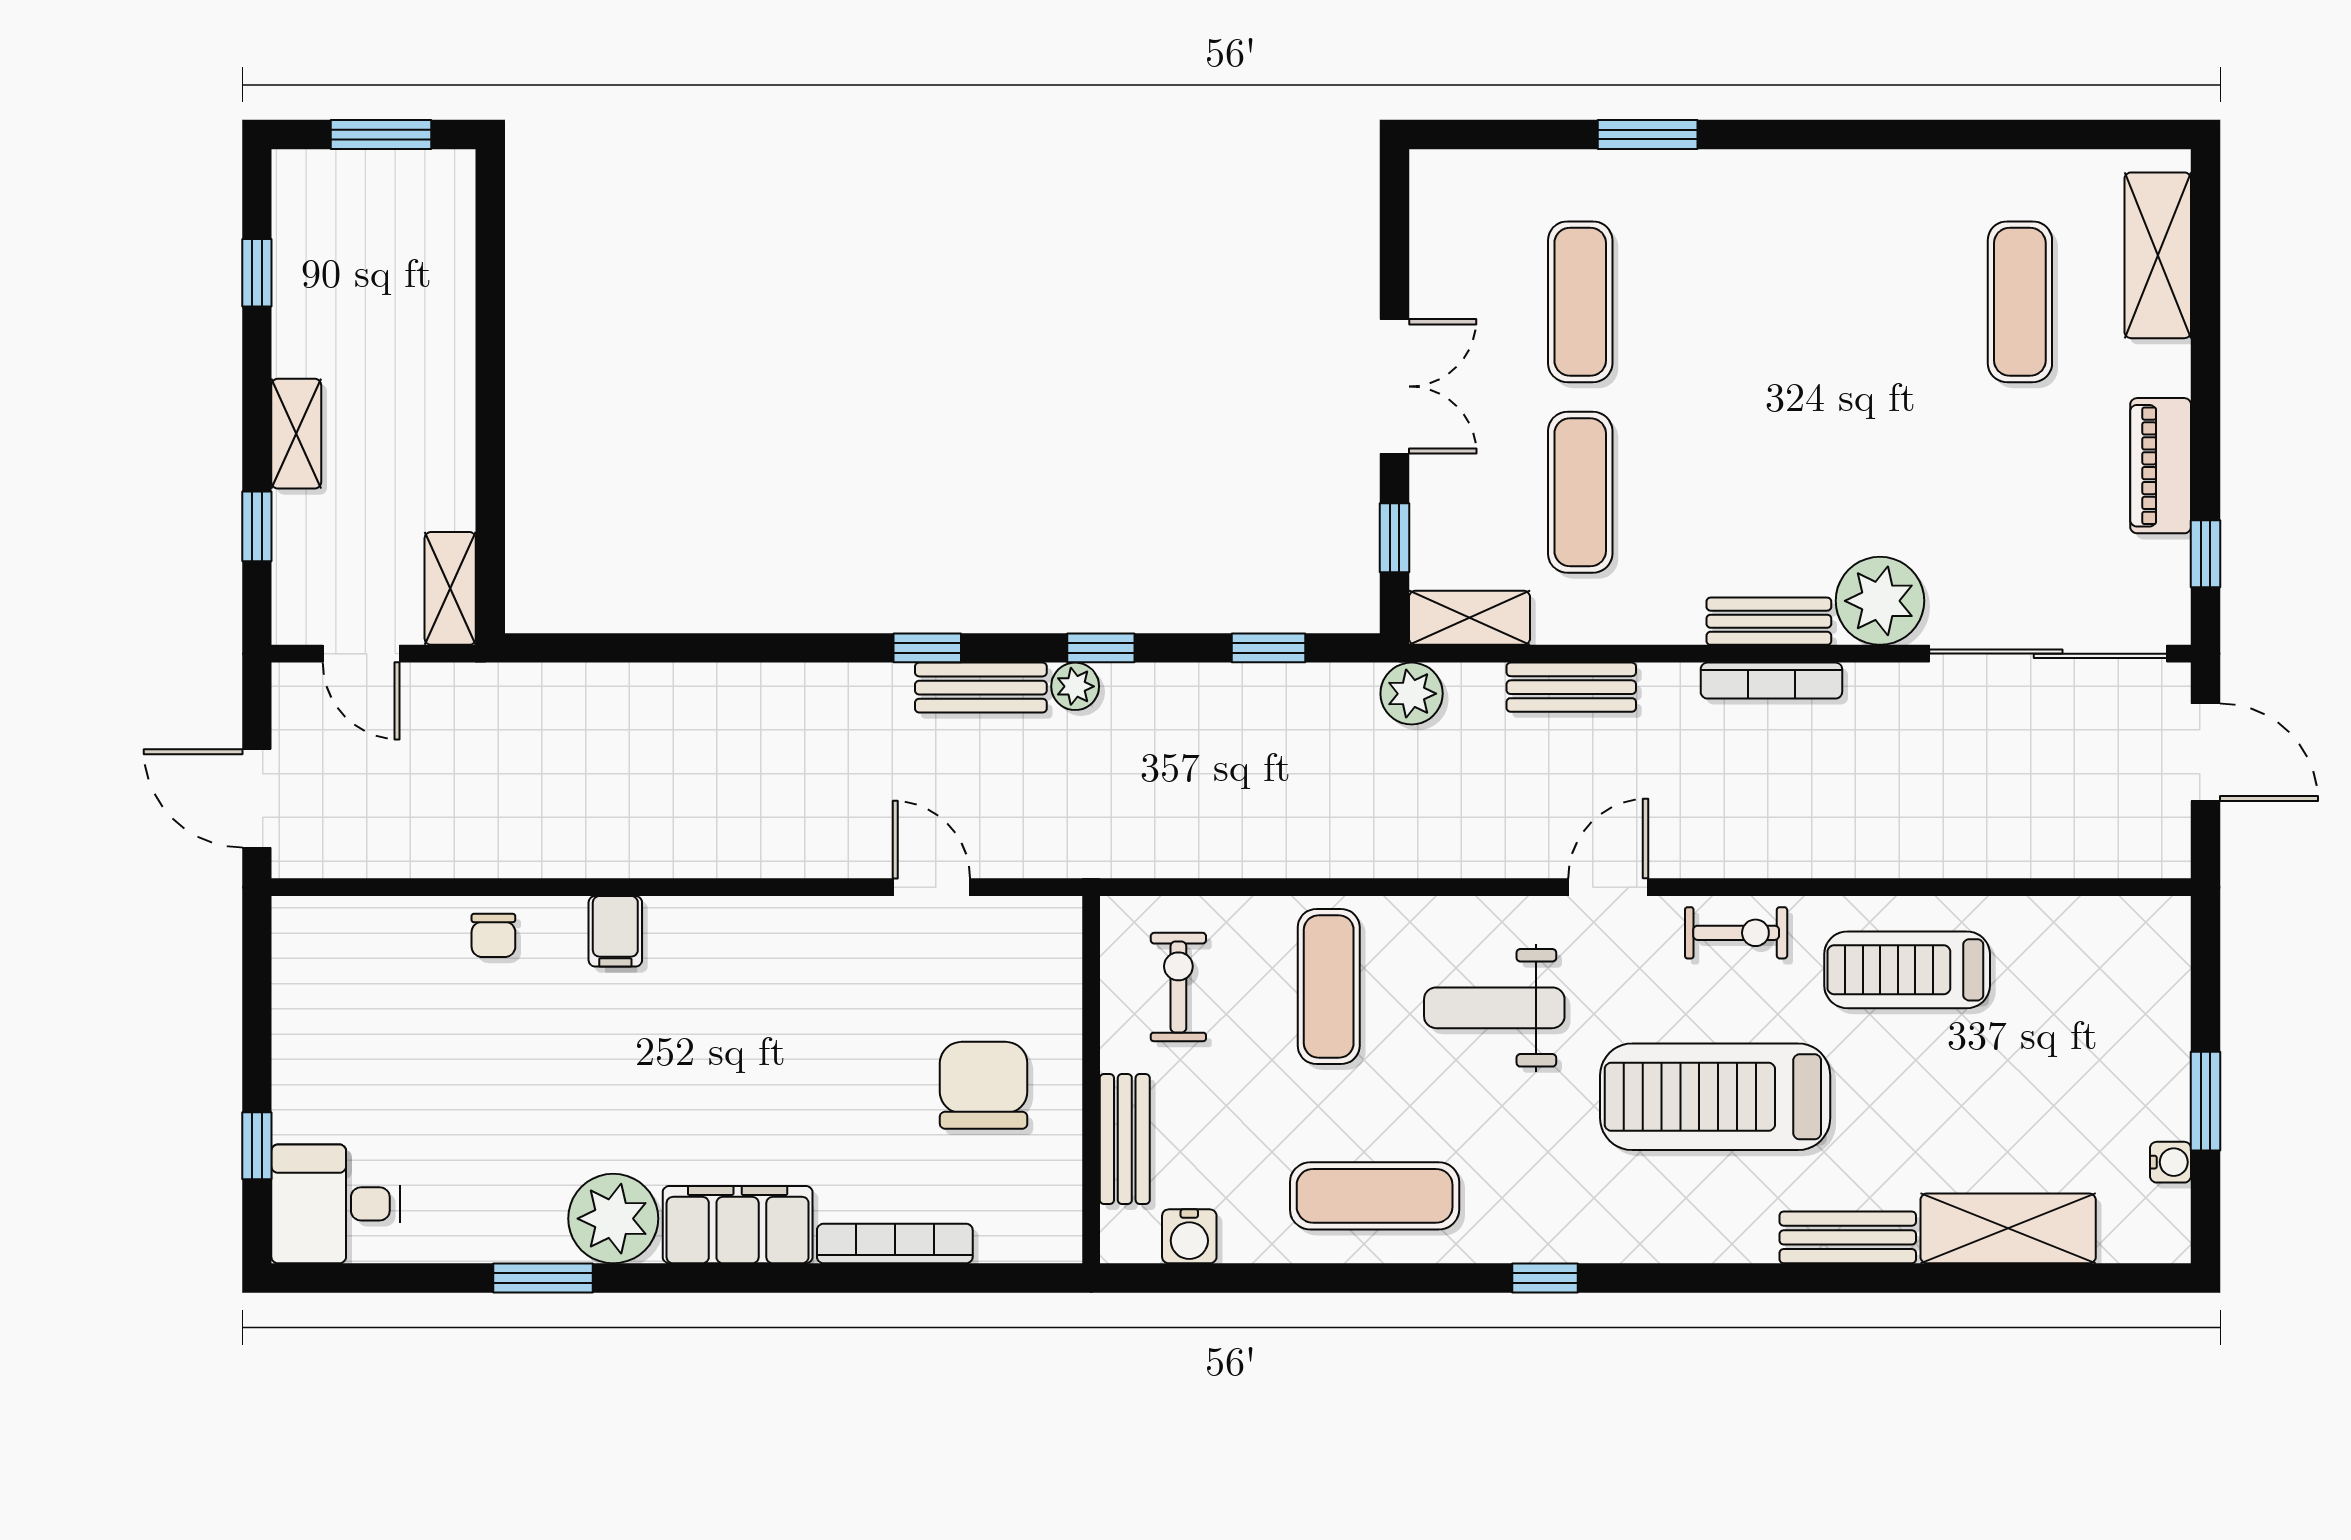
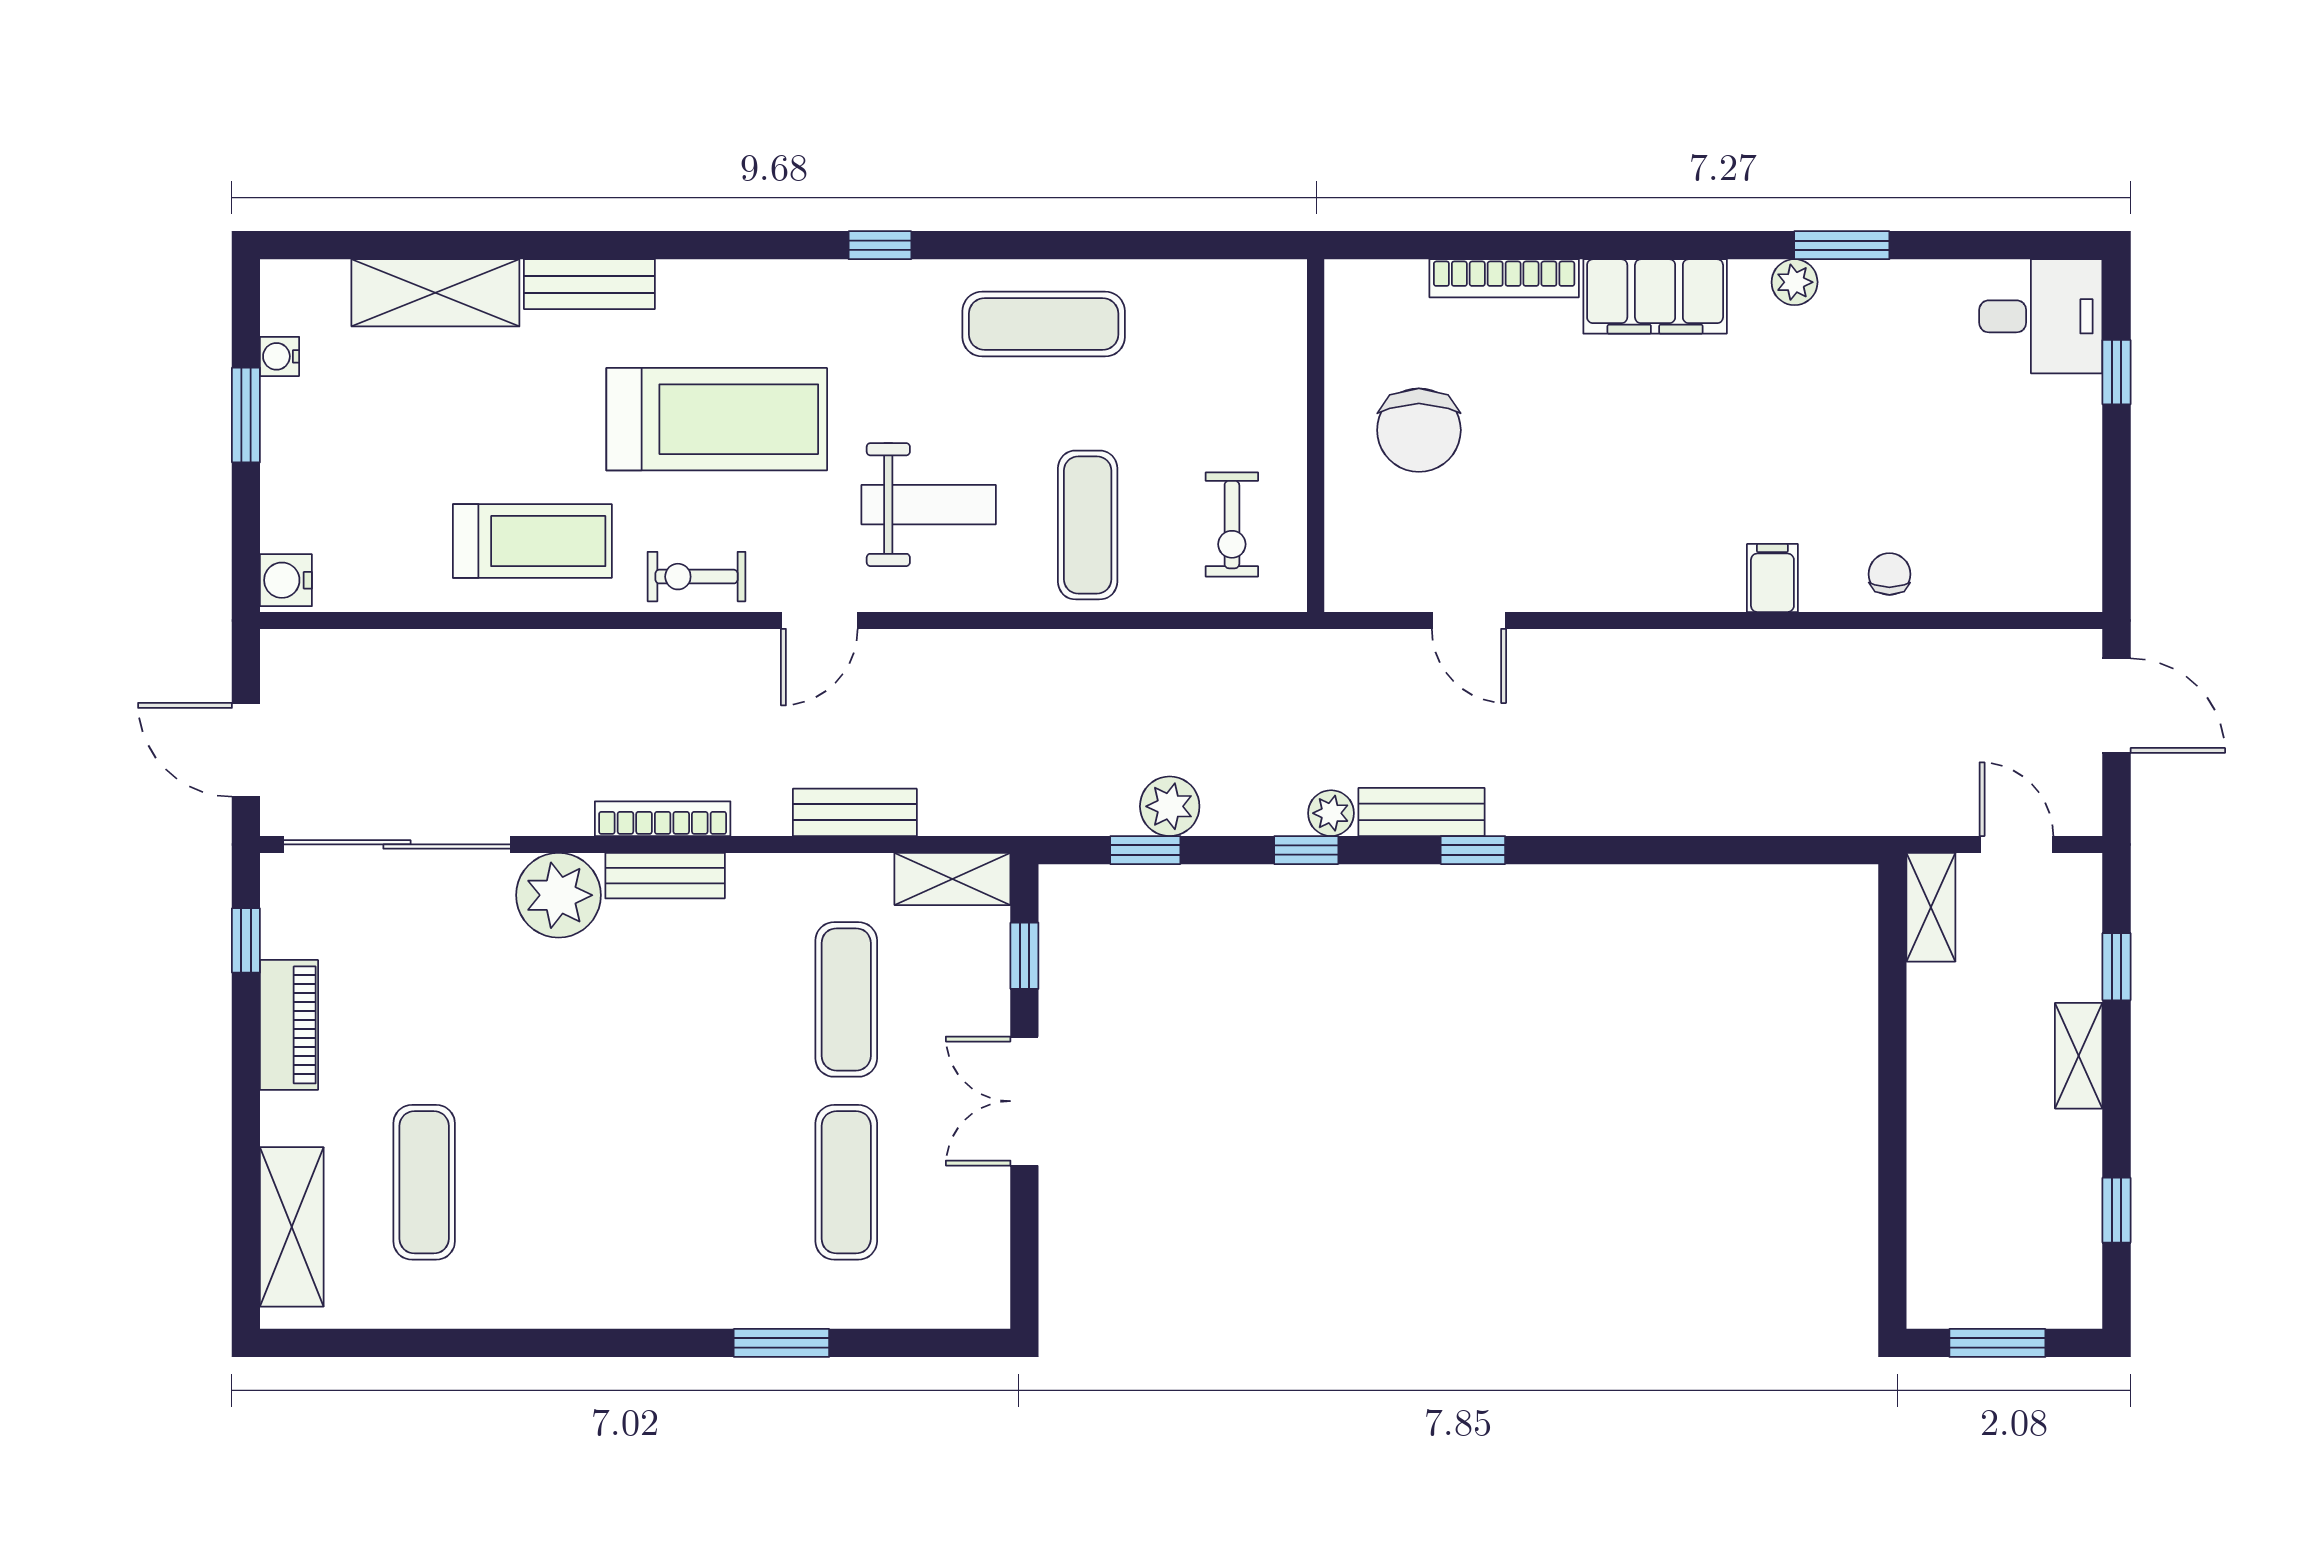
plant: (1412, 694) -> (1170, 806), moved
bench: (1125, 1139) -> (1283, 379), removed
plant: (613, 1219) -> (1795, 282), width x0.53, depth x0.53
water cooler: (1189, 1236) -> (286, 580), moved, turned -90

